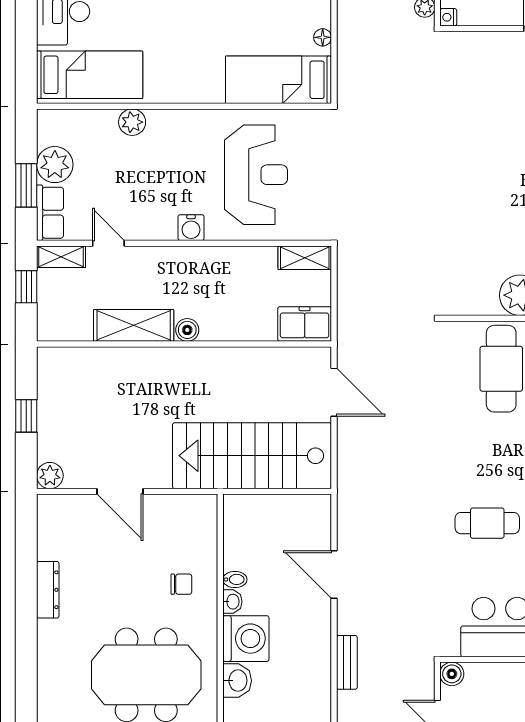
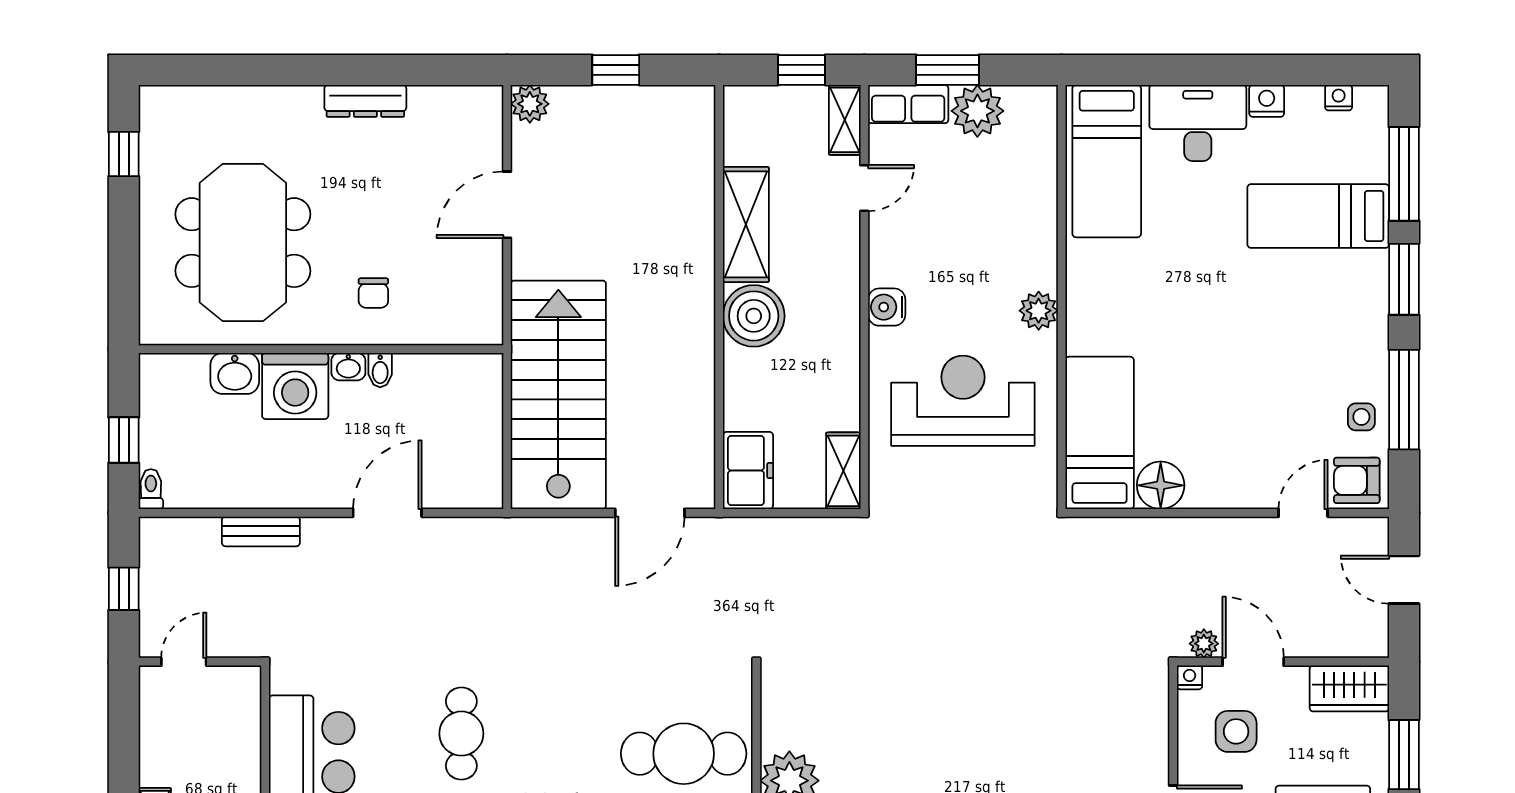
floor lamp: (323, 37) -> (1161, 485), width x1.89, depth x1.89
plant: (132, 122) -> (1039, 311), moved
reception desk: (256, 175) -> (963, 401), turned 180
boiler: (187, 330) -> (754, 316), width x1.86, depth x1.86
boiler: (452, 674) -> (244, 683), removed

